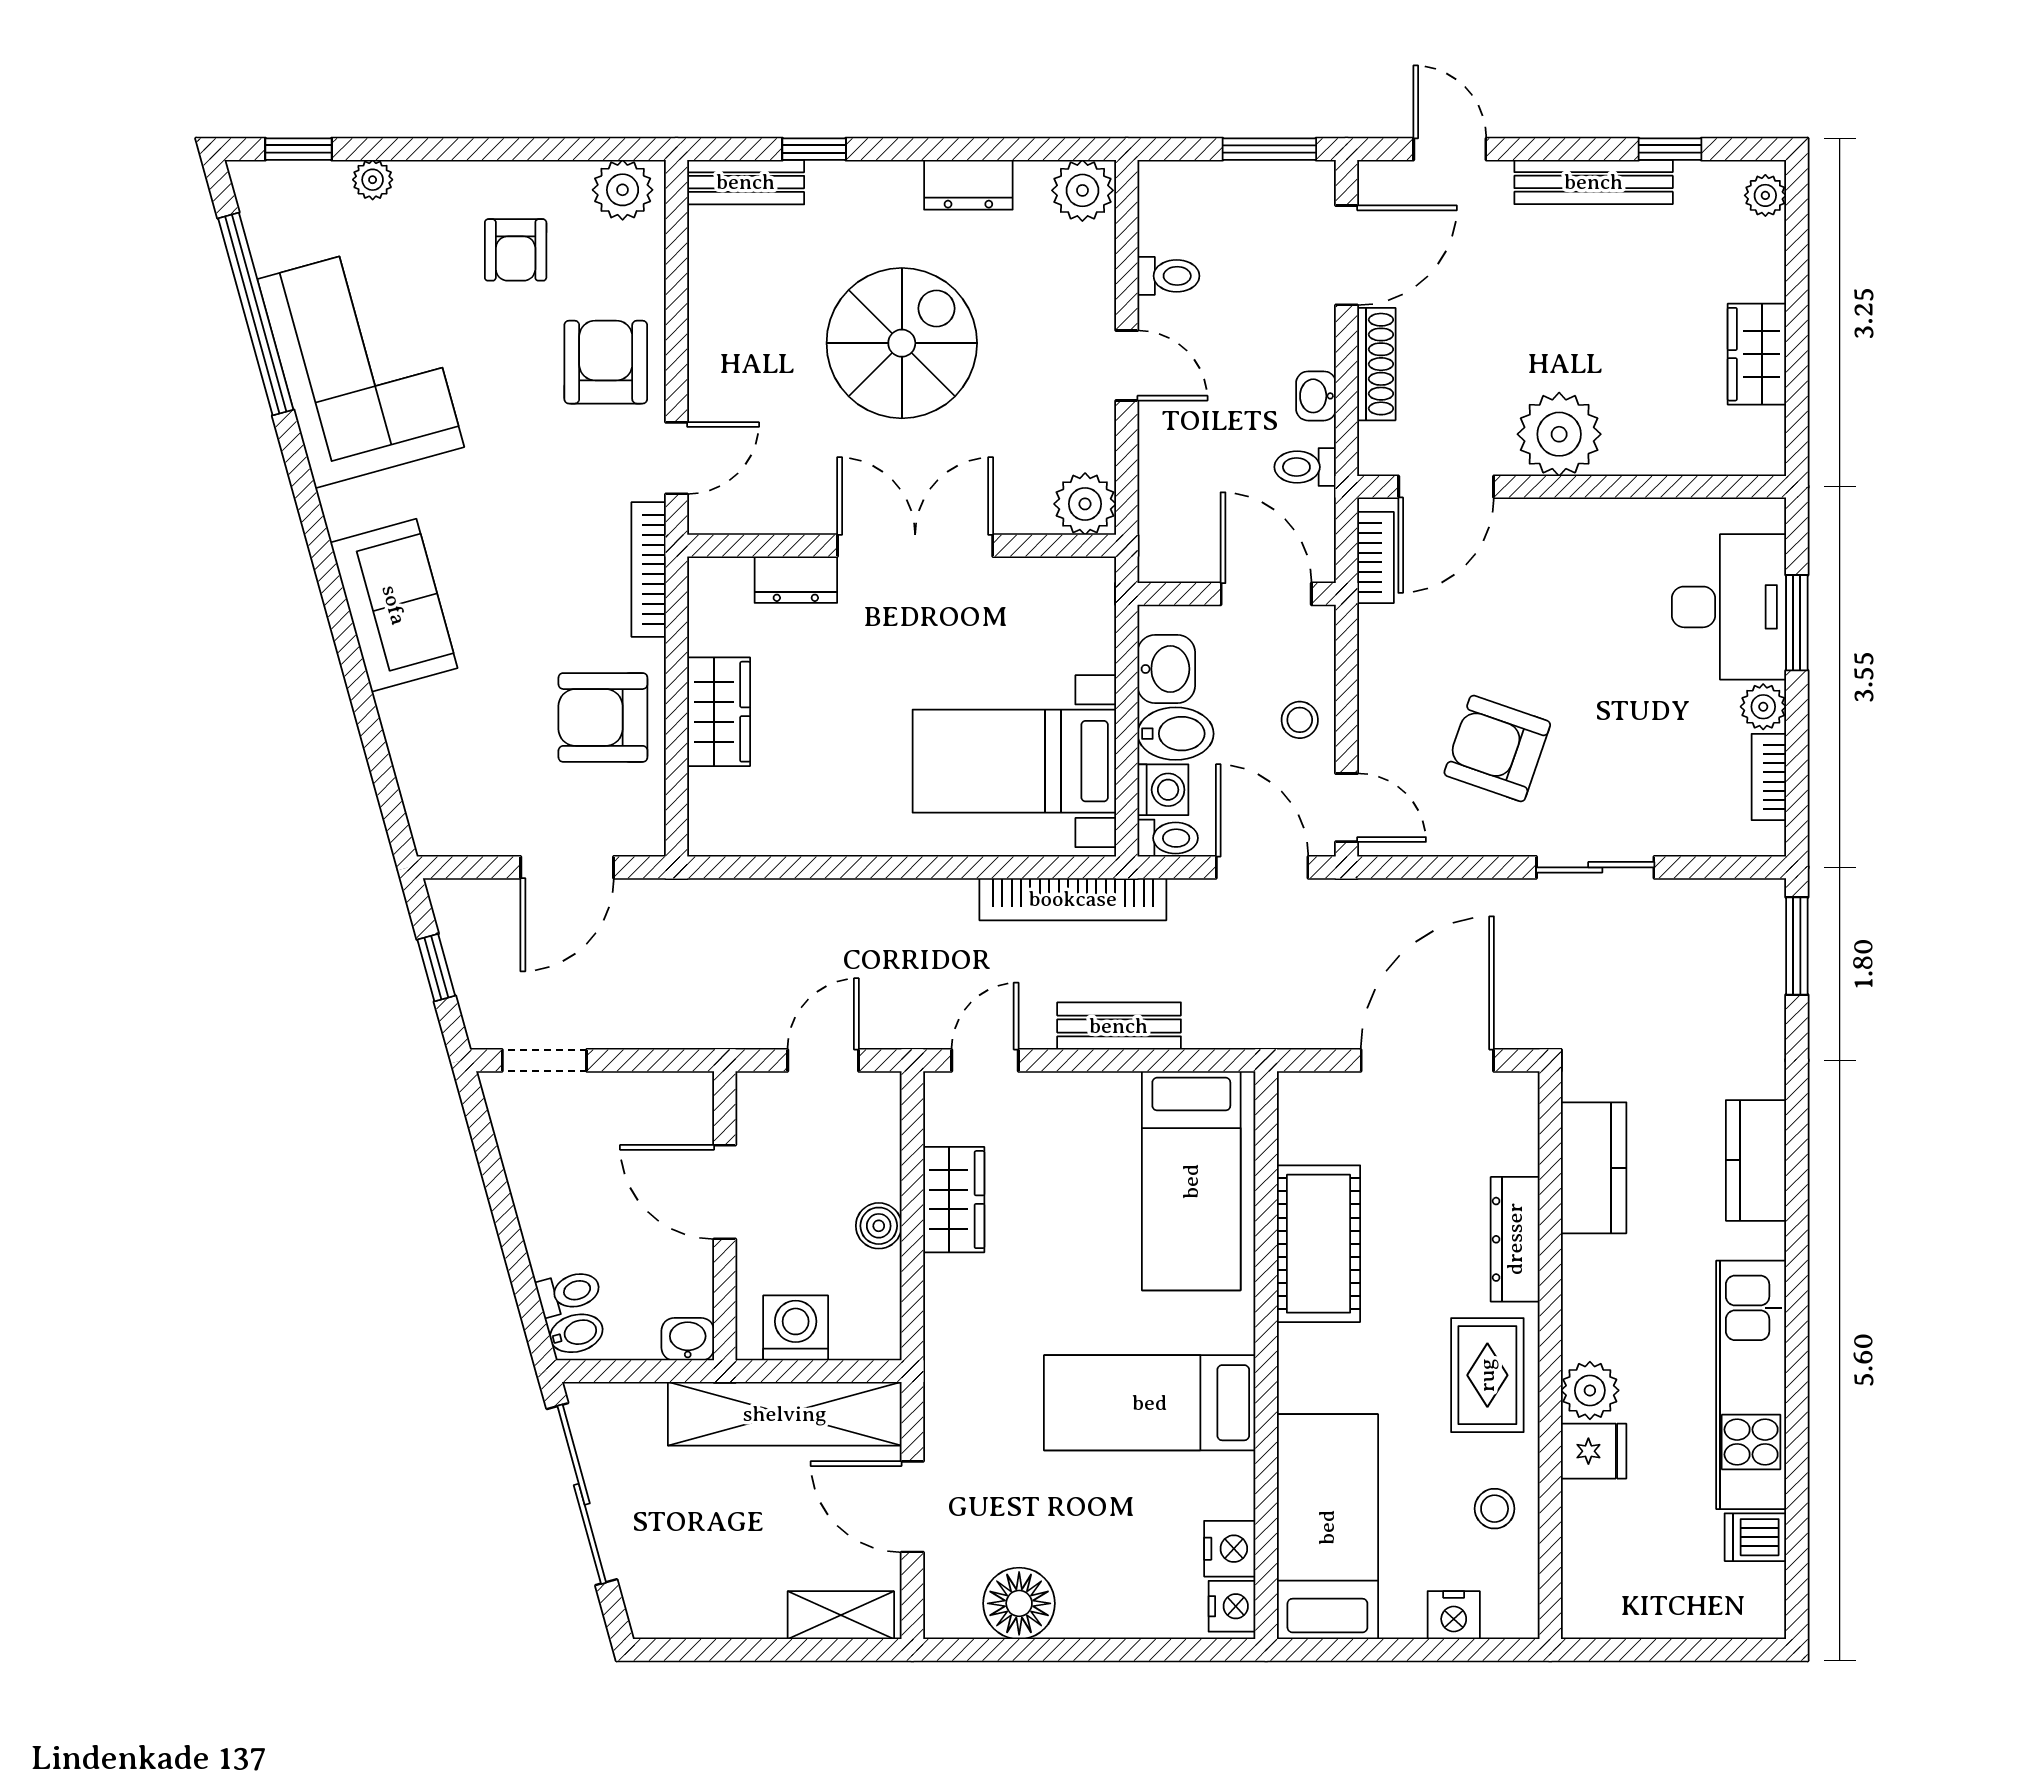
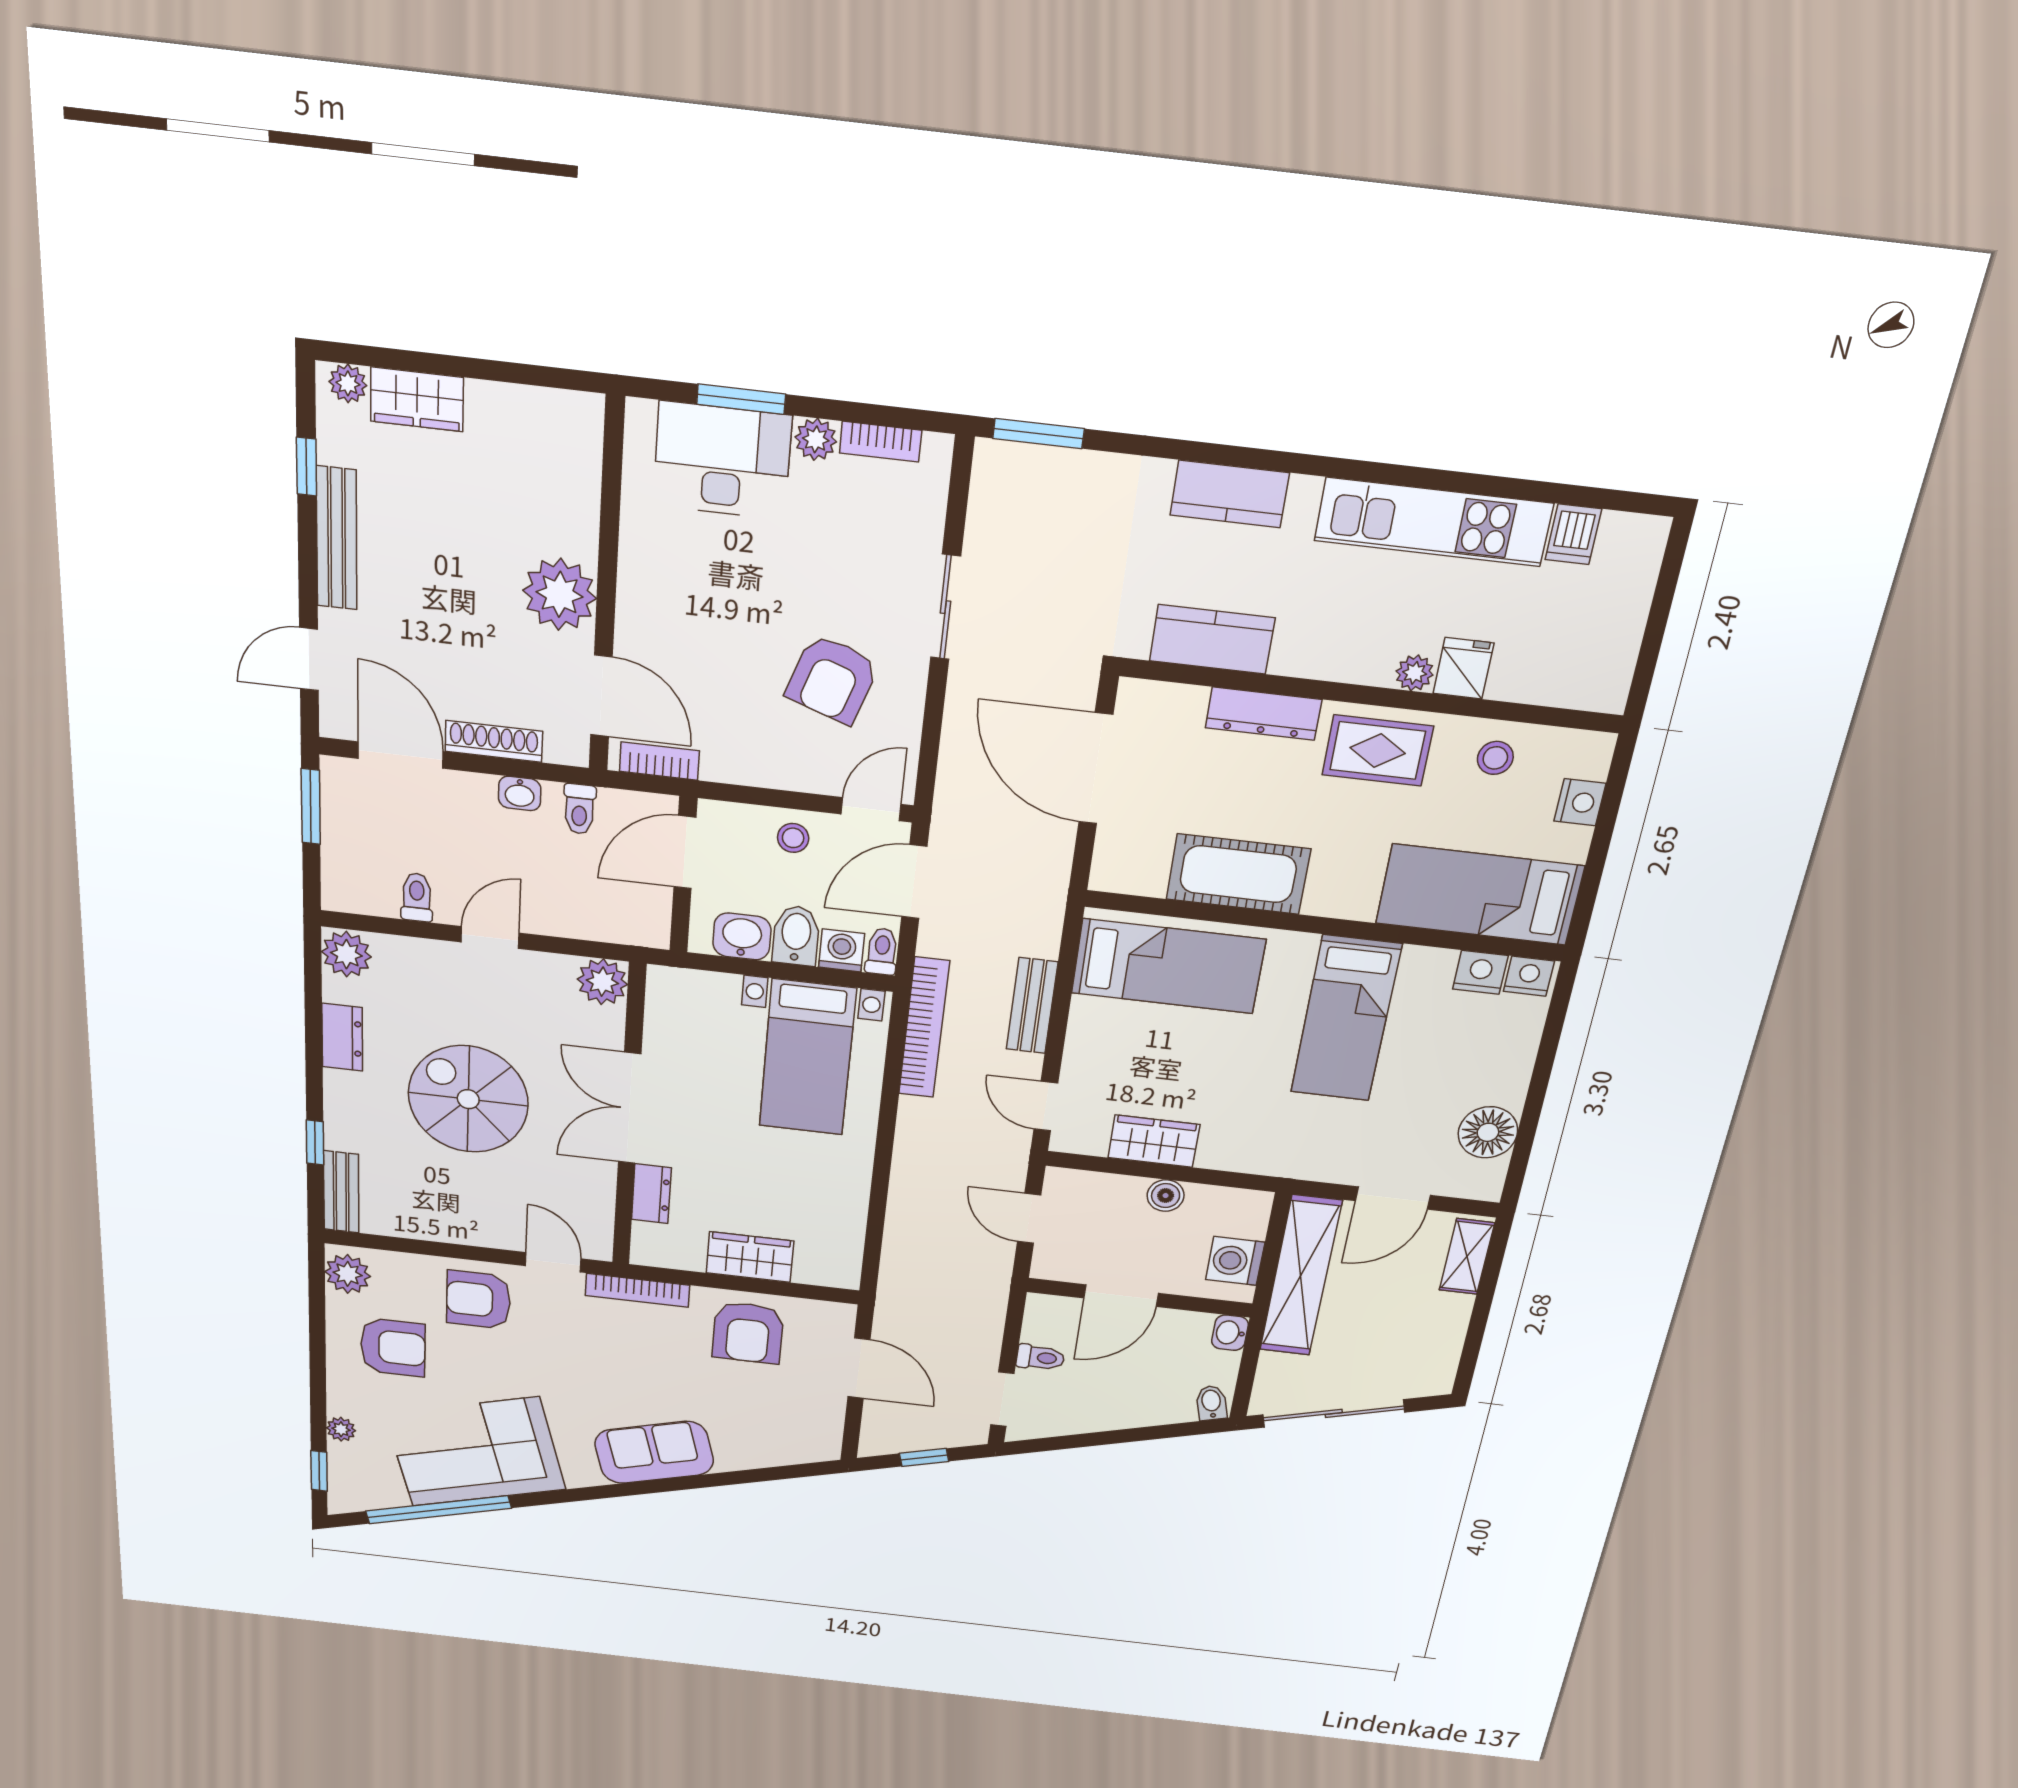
armchair: (516, 250) -> (393, 1347), width x1.38, depth x1.38
wardrobe: (1757, 354) -> (417, 399), moved
toilet: (569, 1293) -> (1040, 1358), moved, turned 105
plant: (1590, 1390) -> (1415, 673), width x0.73, depth x0.73

